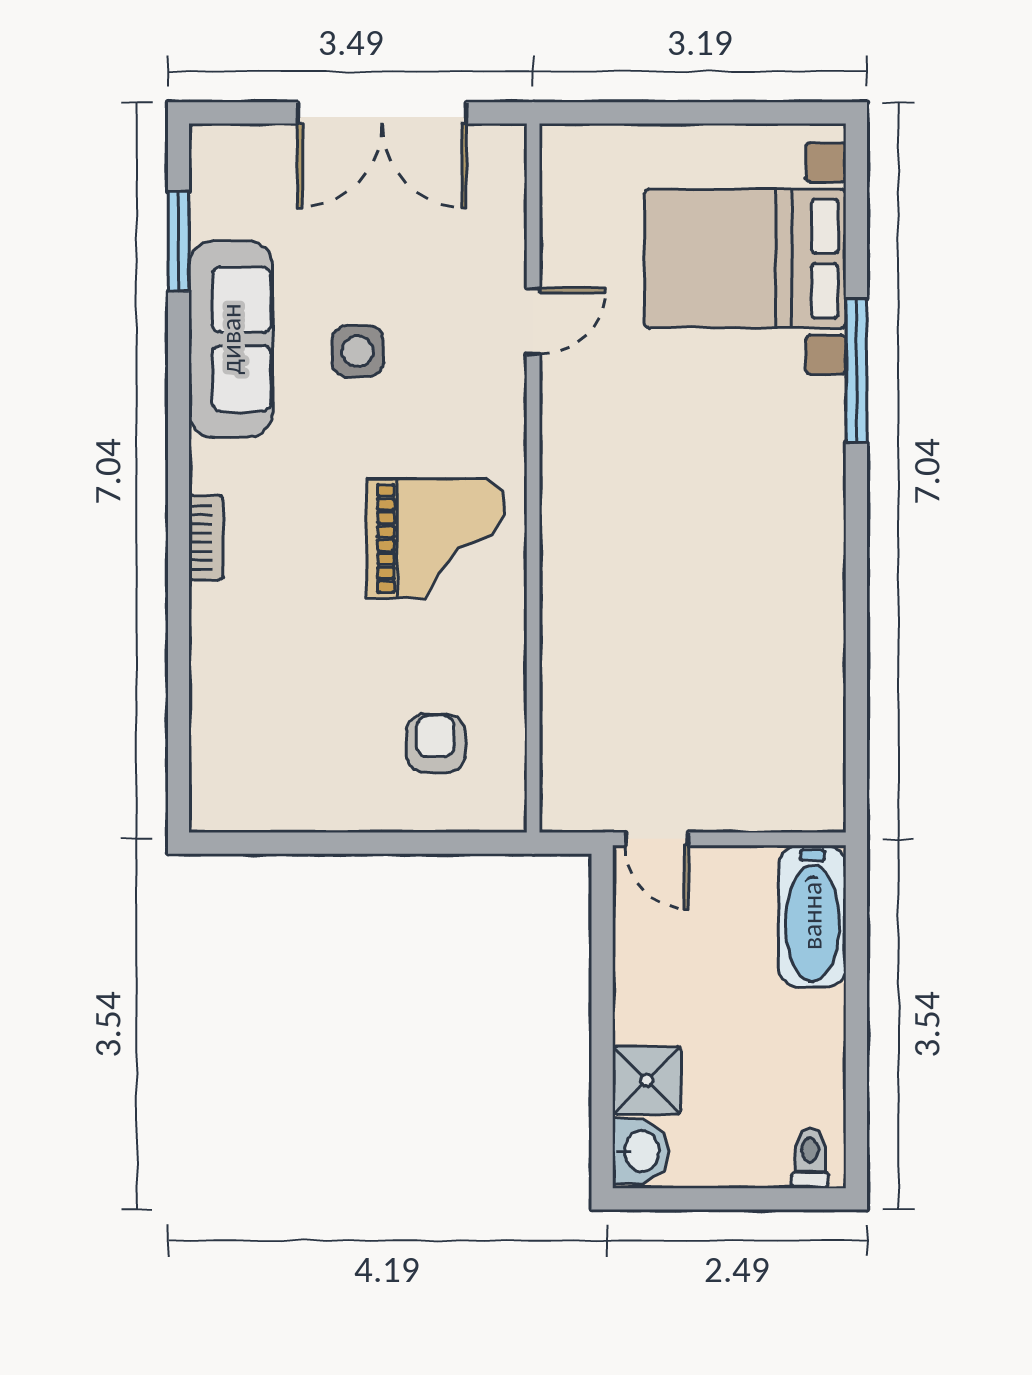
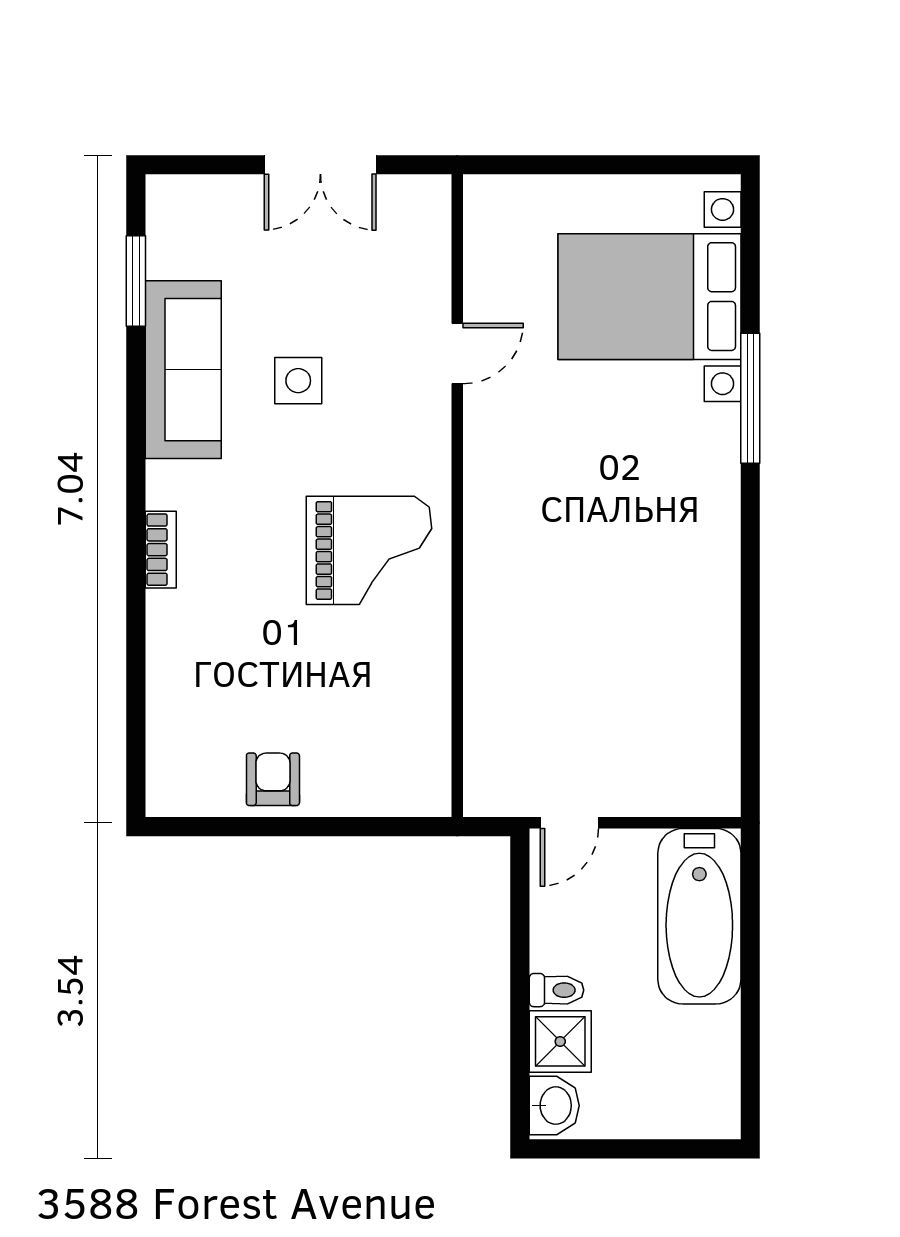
double door: (382, 113) -> (320, 165), width x0.73
armchair: (436, 743) -> (273, 779), moved
door: (657, 839) -> (569, 823), hinge flipped
bathtub: (812, 916) -> (699, 916), width x1.36, depth x1.36
toilet: (810, 1158) -> (557, 990), moved, turned 90

